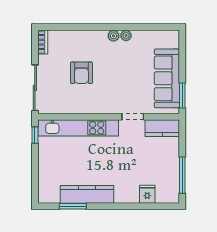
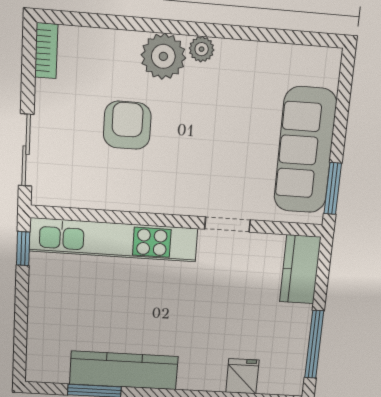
plant: (126, 36) -> (163, 56), moved, width x1.88, depth x1.88
armchair: (81, 73) -> (127, 125), turned 180
sliding door: (35, 88) -> (26, 150), width x0.73
kitchen counter: (162, 128) -> (300, 269), moved, turned 90

